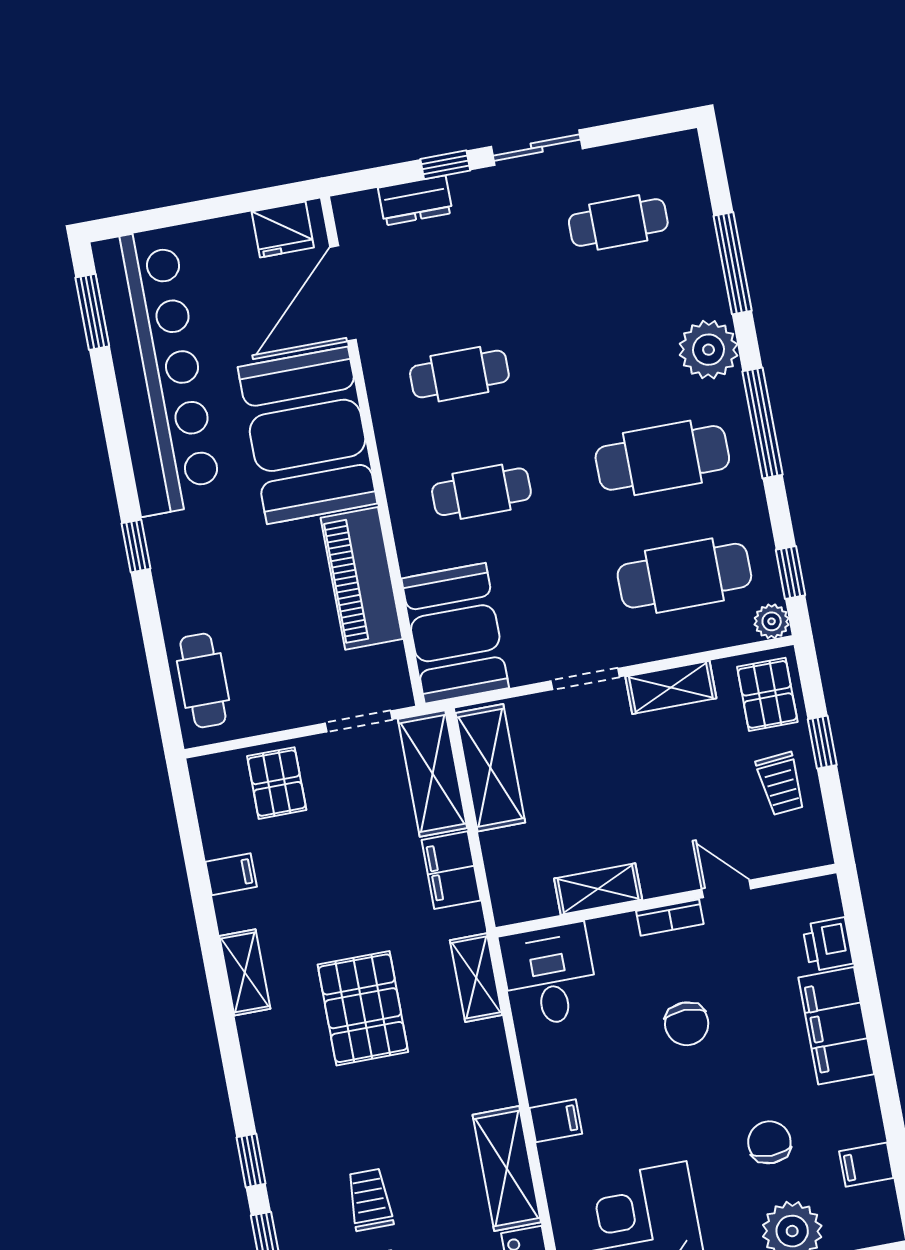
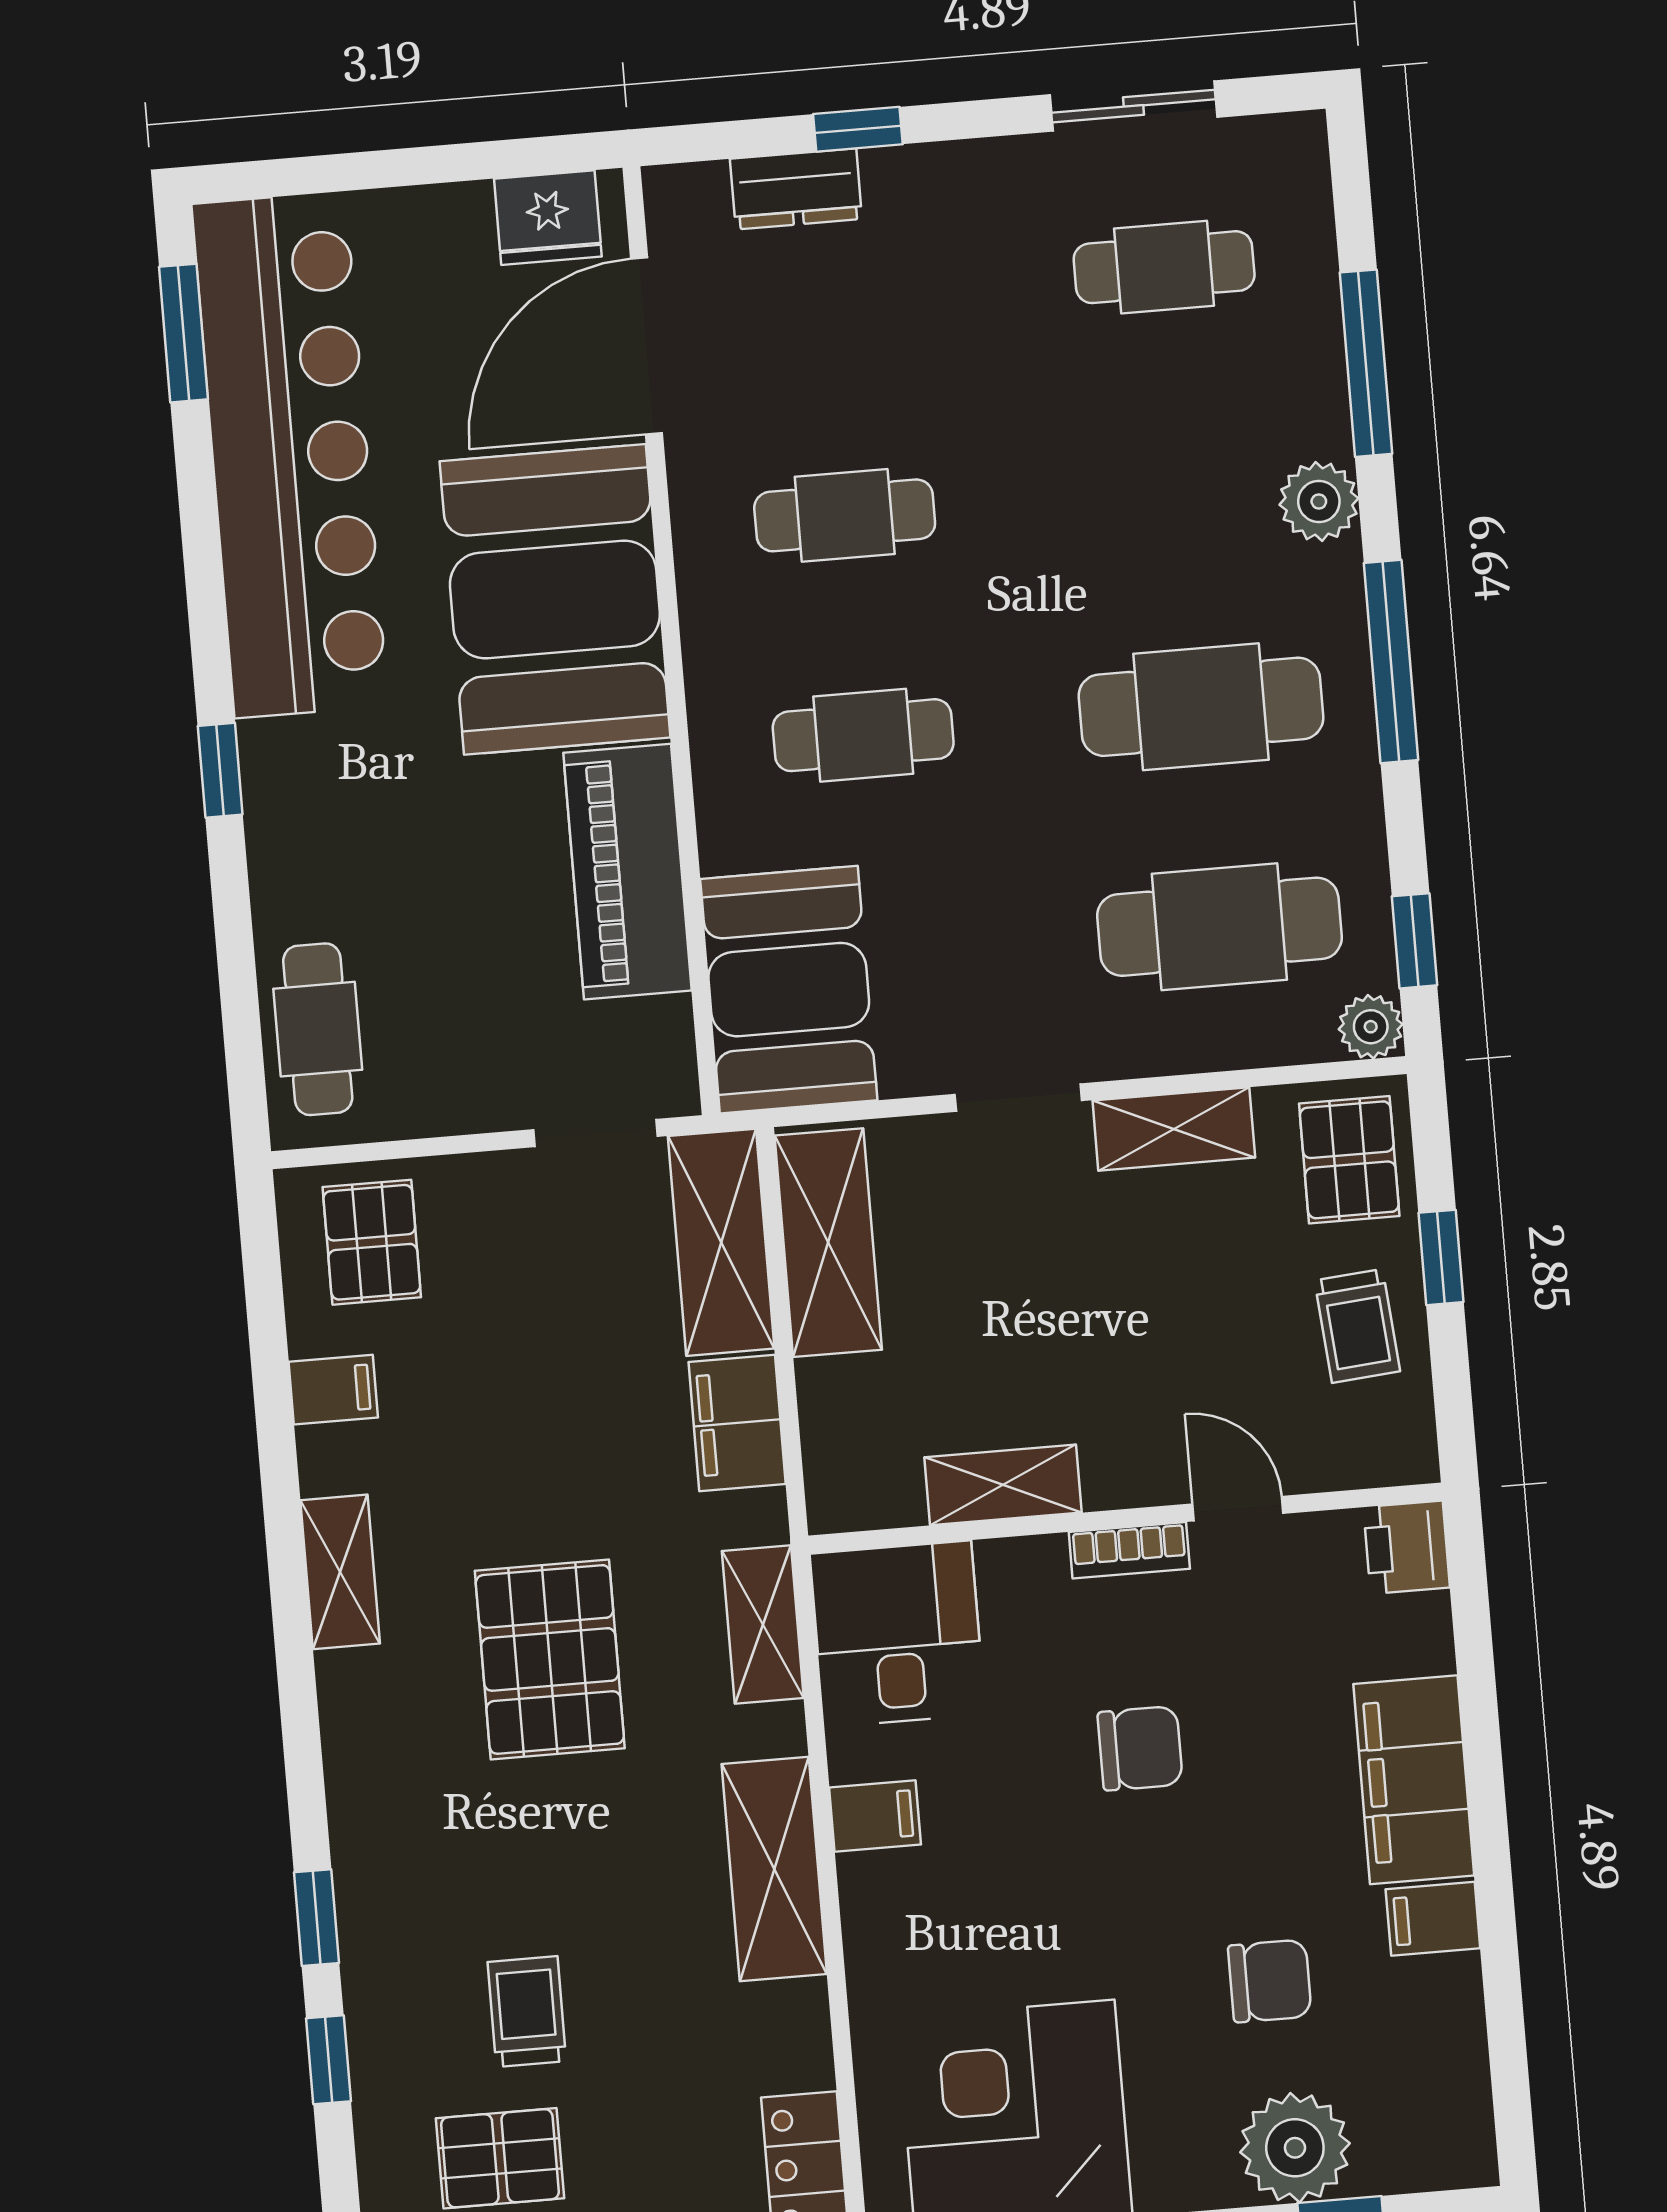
sliding door: (537, 148) -> (1133, 106), moved
plant: (709, 350) -> (1319, 501), width x0.73, depth x0.73
pallet: (277, 783) -> (372, 1242), moved
printer: (828, 944) -> (1407, 1547), moved
chair: (687, 1024) -> (1140, 1748), turned -90
filing cabinet: (556, 1121) -> (875, 1816), moved
chair: (769, 1142) -> (1270, 1981), turned 90
filing cabinet: (866, 1165) -> (1433, 1919), moved
shelving: (507, 1169) -> (774, 1869), moved

